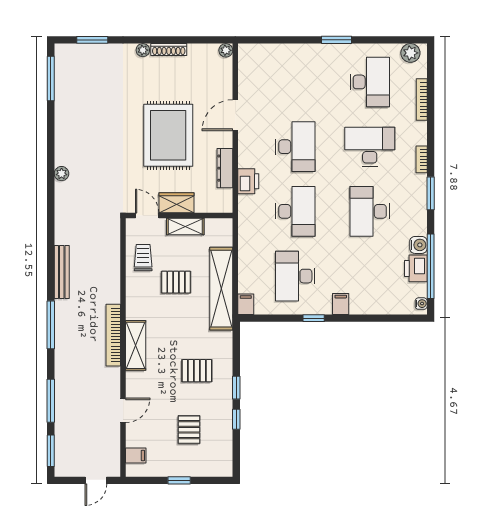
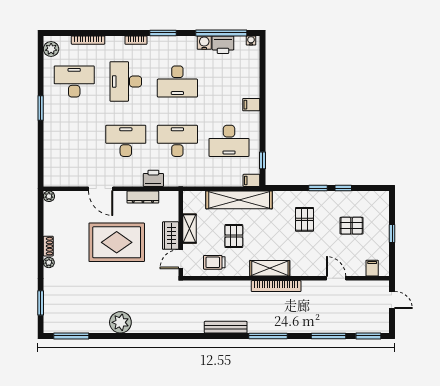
shoe rack: (169, 50) -> (48, 246), width x0.70
plant: (62, 174) -> (120, 322), moved, width x1.87, depth x1.87
window: (314, 318) -> (263, 160), moved
shelving: (136, 345) -> (270, 268), moved

